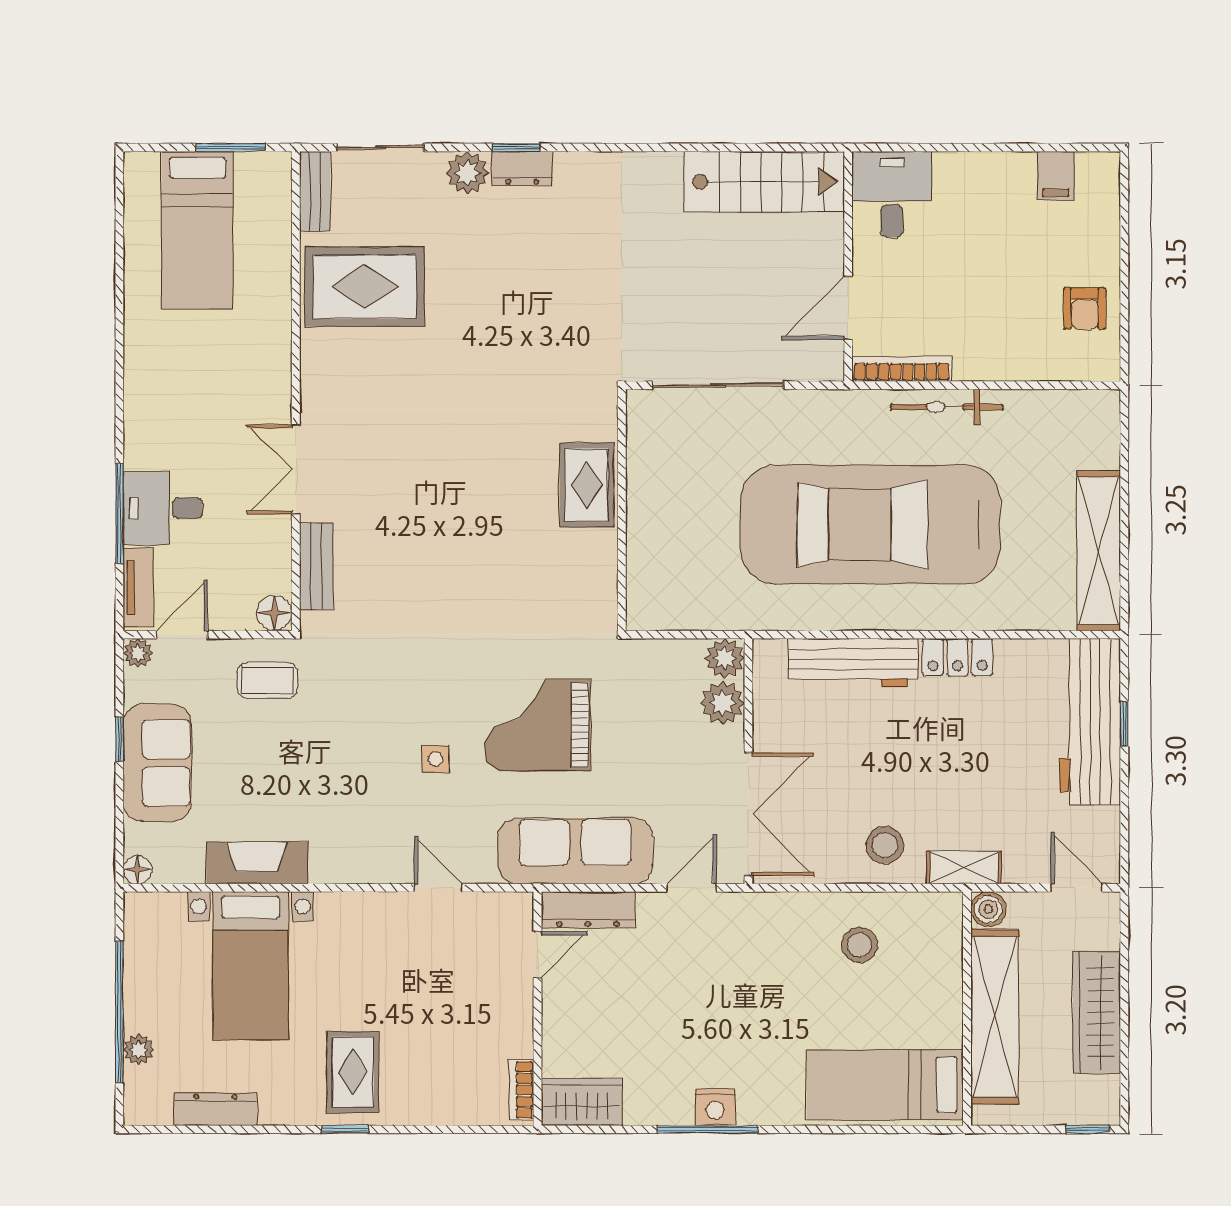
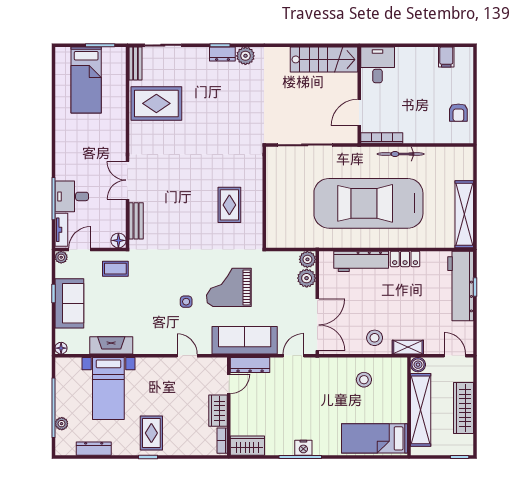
plant: (467, 173) -> (245, 56), moved
rug: (586, 485) -> (229, 205), moved
wardrobe: (512, 1019) -> (218, 411), added

